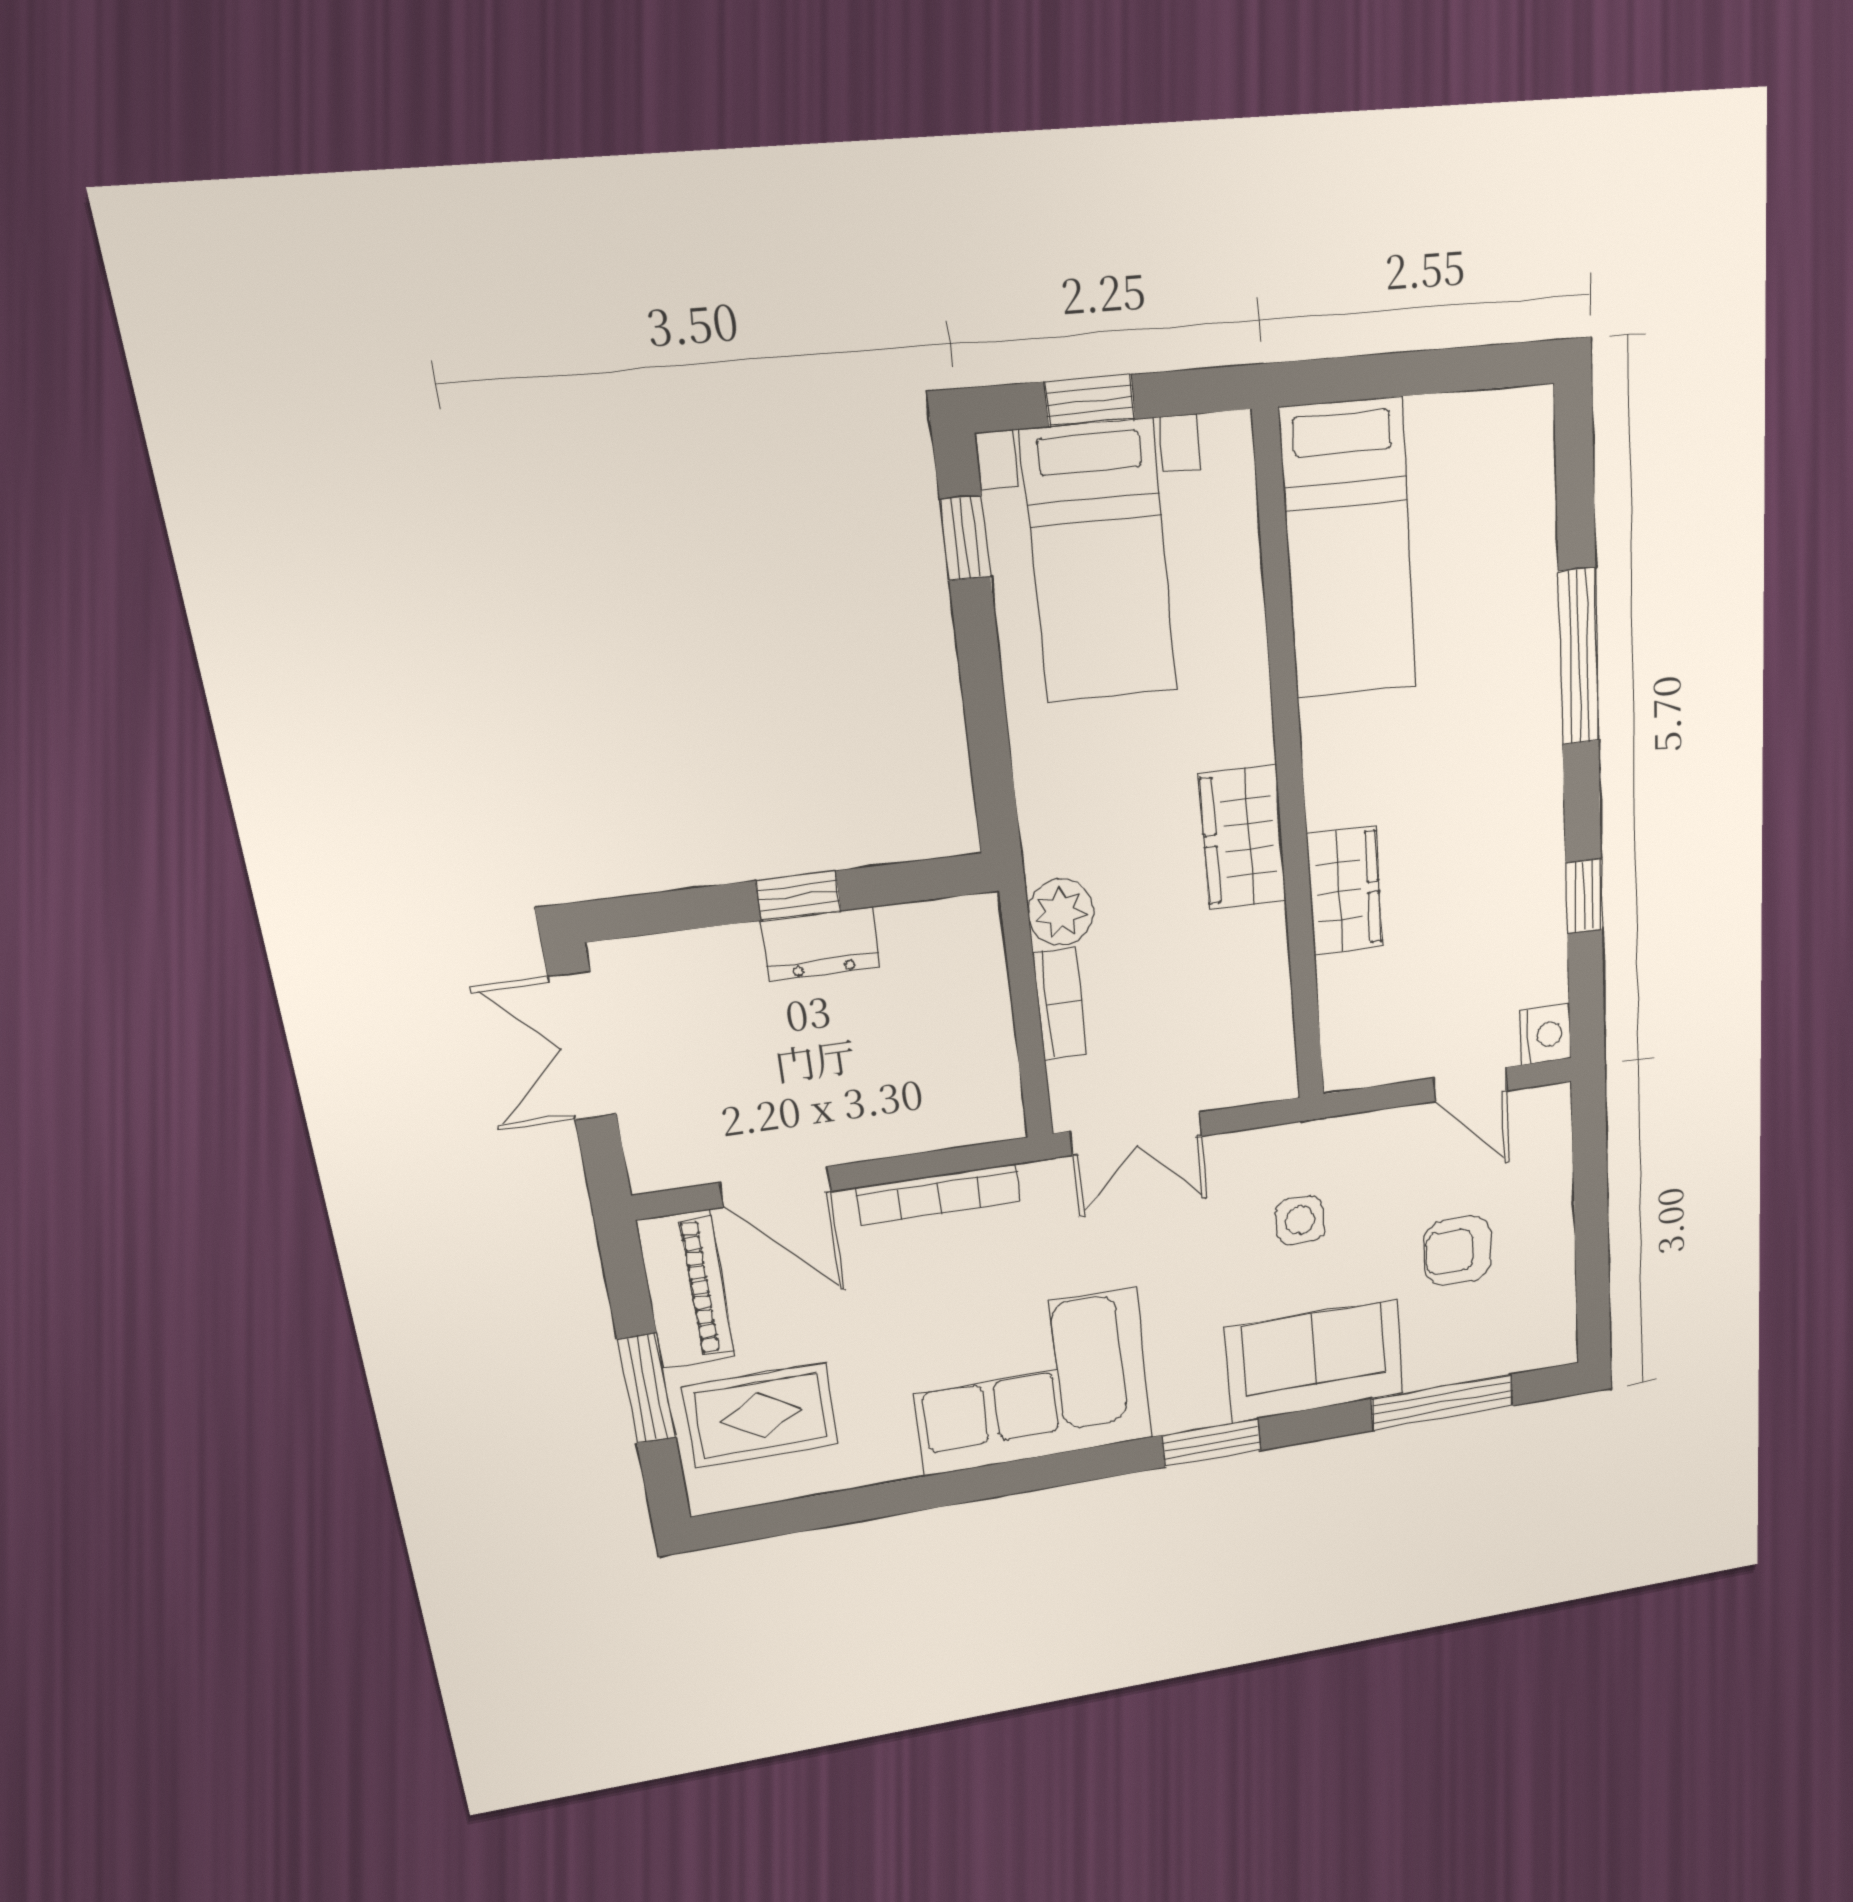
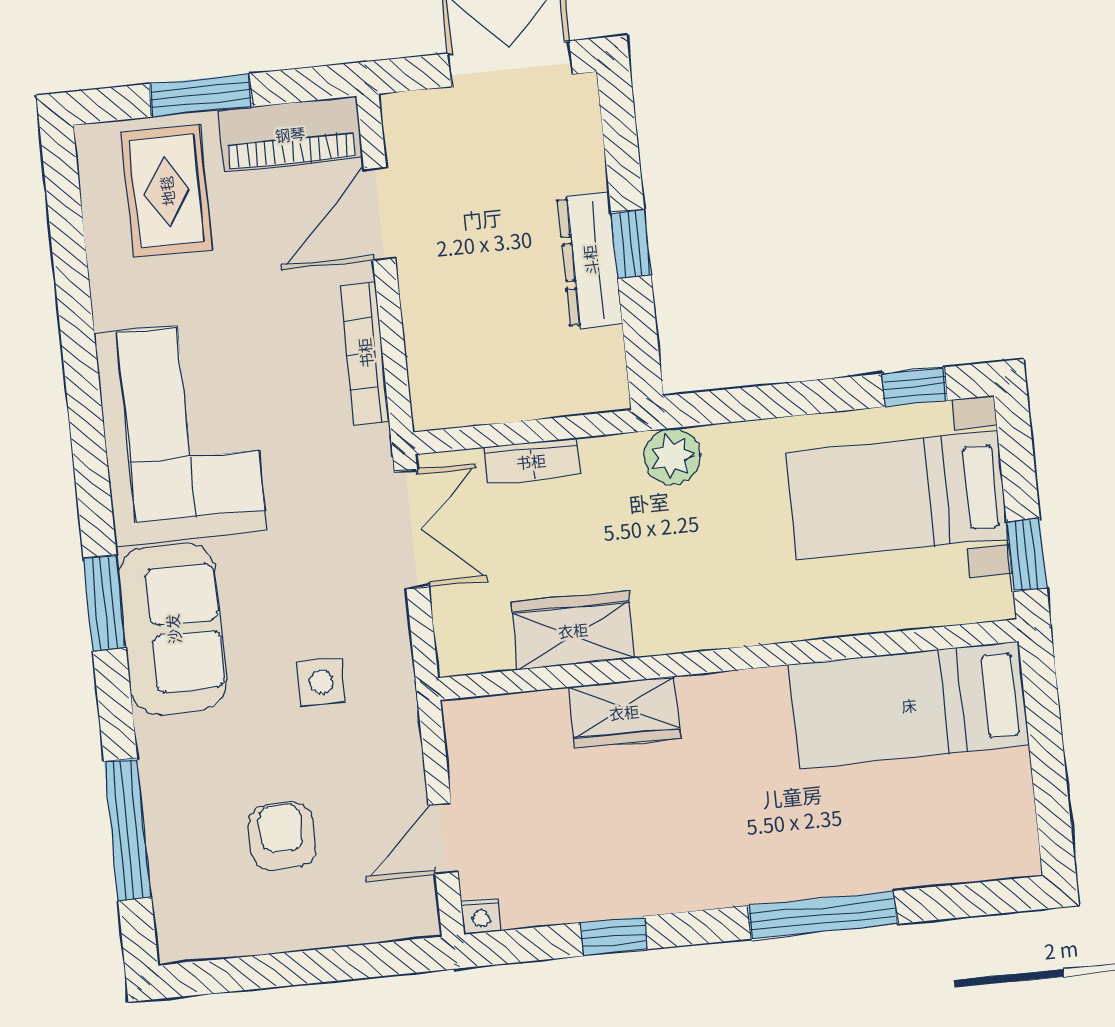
window: (1090, 401) -> (1027, 555), moved
wardrobe: (1243, 837) -> (573, 630), moved
plant: (1061, 912) -> (672, 456), moved
dresser: (821, 944) -> (590, 260), width x1.44
nightstand: (1546, 1035) -> (481, 915), width x0.72, depth x0.74
double door: (1136, 1134) -> (412, 529), swing flipped
sofa: (1315, 1361) -> (173, 629), moved

